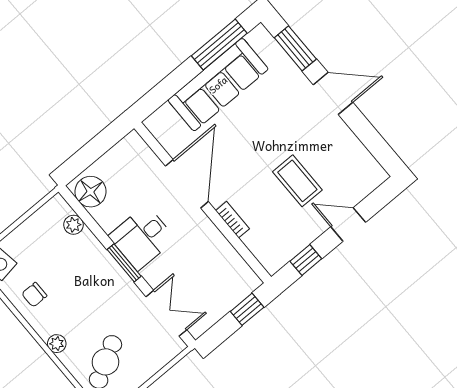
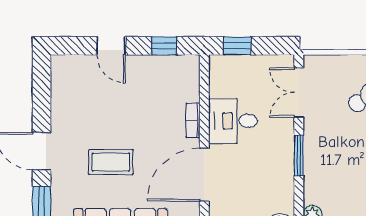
coffee table: (297, 181) -> (111, 162), moved, turned 90
desk: (142, 238) -> (233, 121), moved, turned 180

